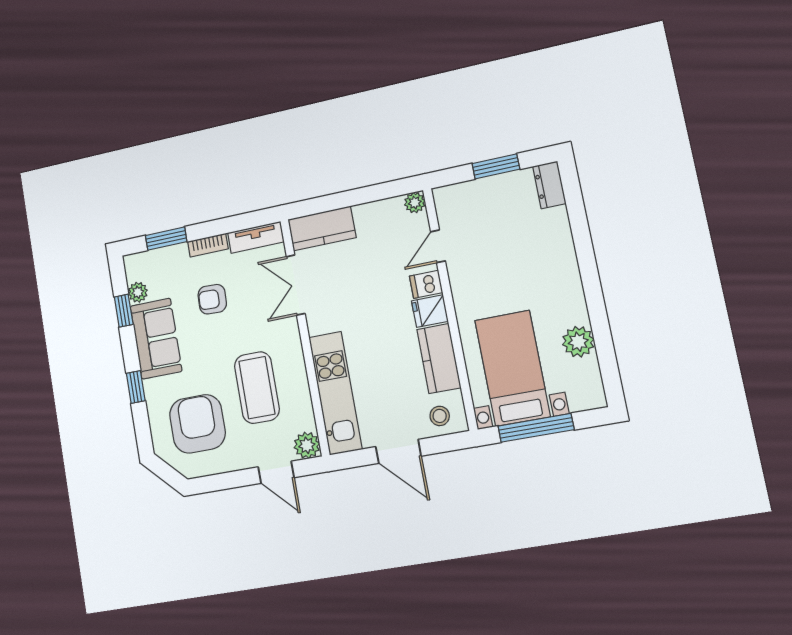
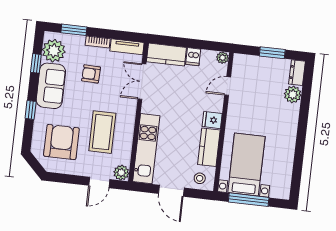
dishwasher: (426, 284) -> (193, 57), moved, turned -90
plant: (138, 292) -> (54, 51), width x1.87, depth x1.87
plant: (578, 342) -> (293, 94), moved
door: (276, 472) -> (99, 182), hinge flipped

